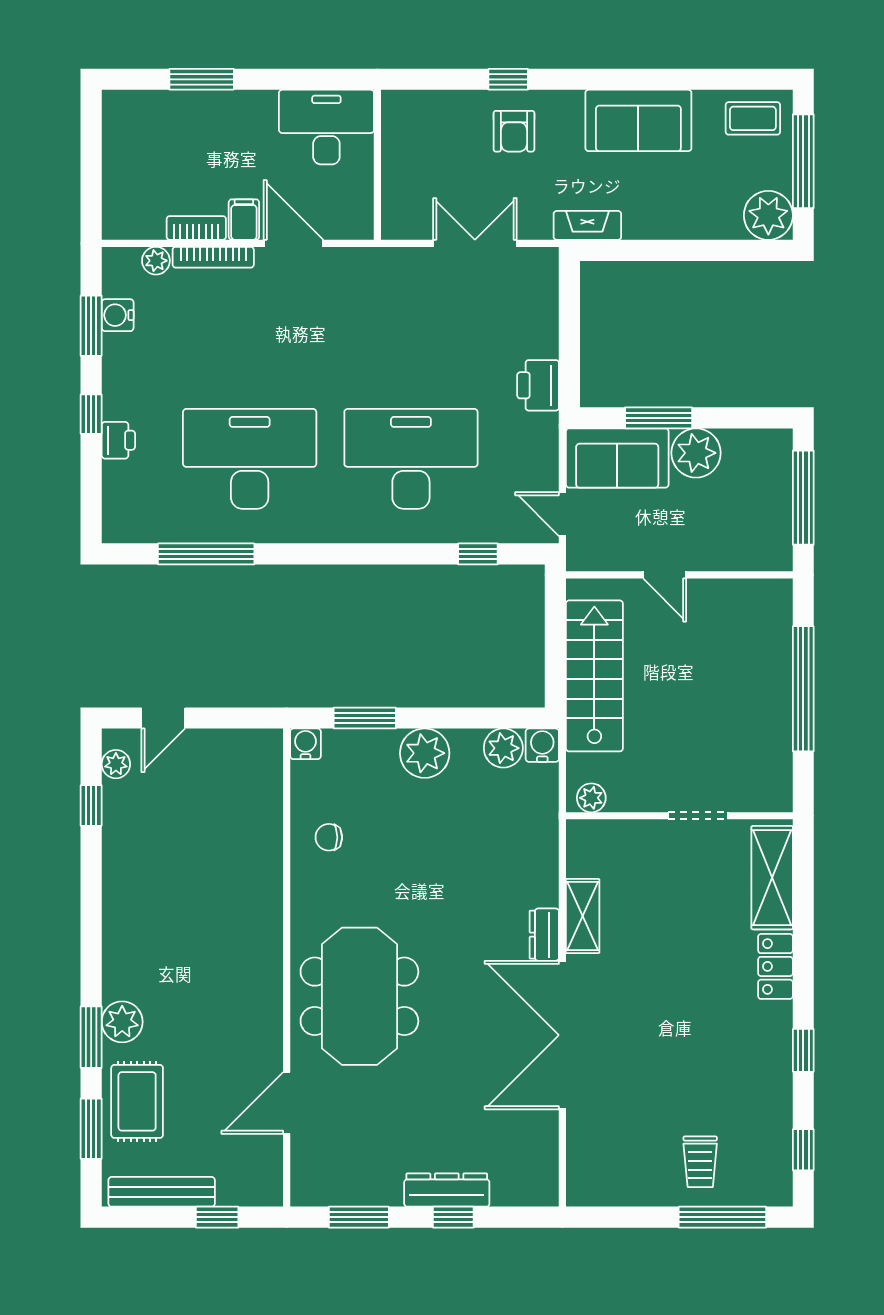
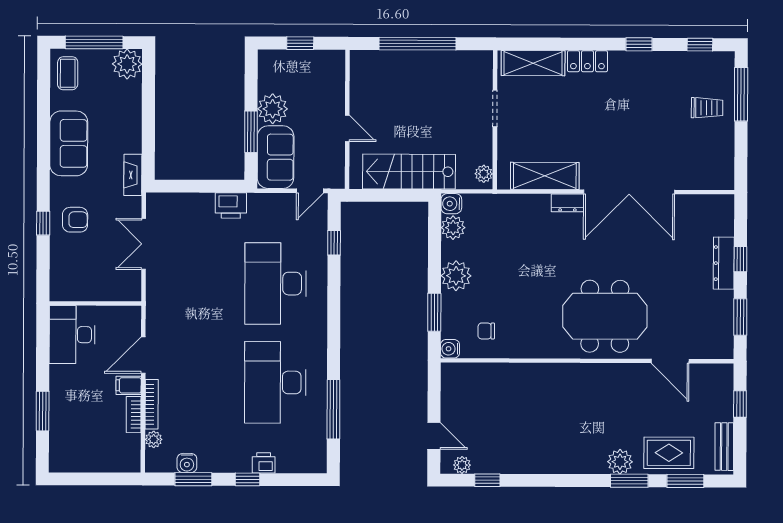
window: (803, 498) -> (300, 43), width x0.46
door: (665, 575) -> (347, 128), hinge flipped
chair: (329, 837) -> (486, 331), moved, turned 90
shelving: (583, 916) -> (545, 176), width x1.50, depth x1.33
bench: (162, 1192) -> (724, 447), width x0.73

